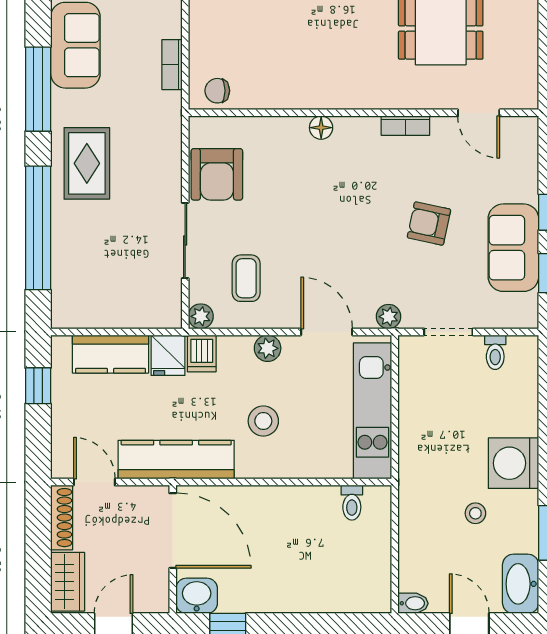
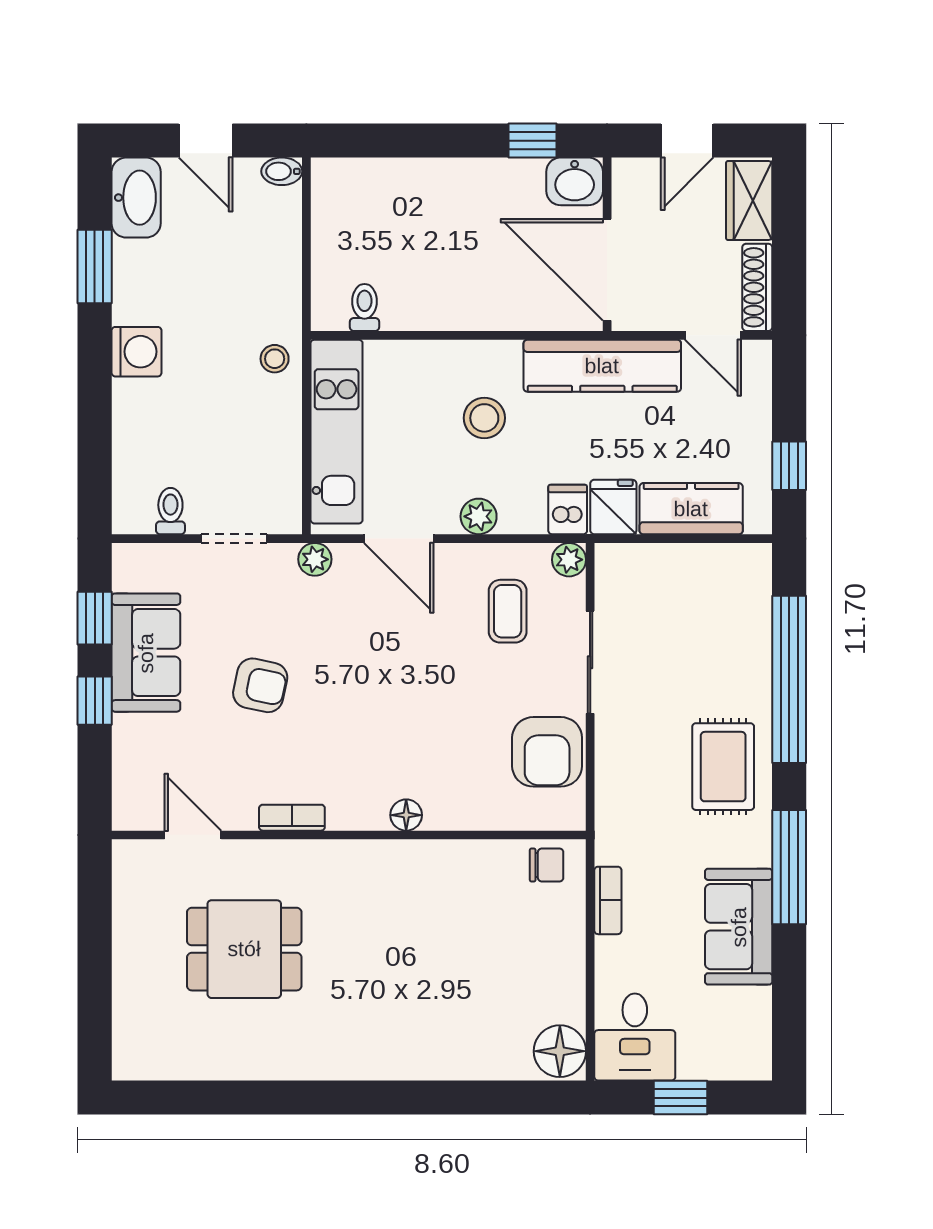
armchair: (217, 174) -> (547, 752), turned 180
washing machine: (513, 463) -> (137, 352), width x0.73, depth x0.73
stool: (475, 513) -> (275, 359), moved

